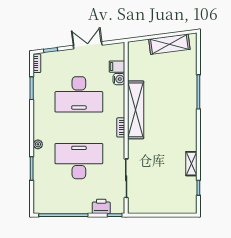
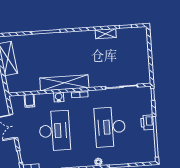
water cooler: (119, 79) -> (59, 97), moved
printer: (101, 206) -> (147, 122), moved

